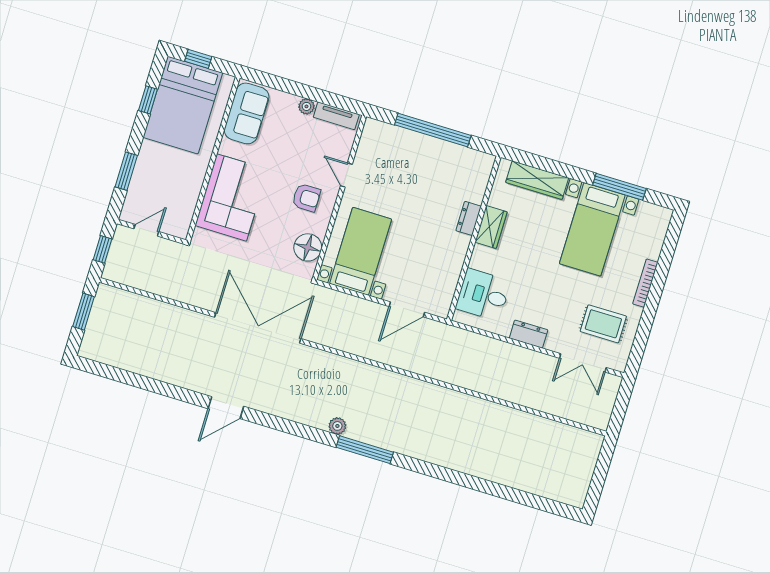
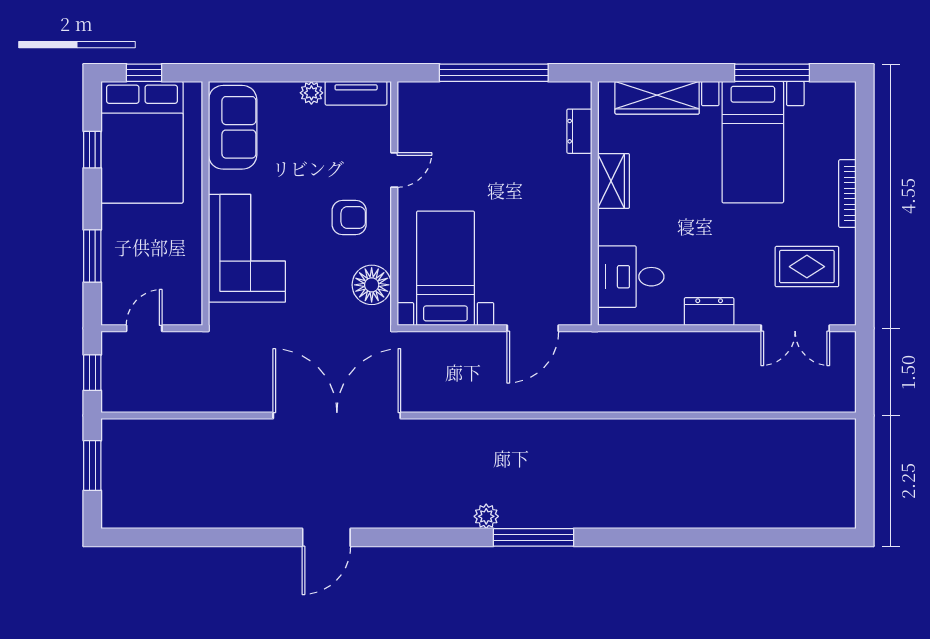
door: (346, 175) -> (394, 170), swing flipped
dresser: (469, 218) -> (579, 131), moved

